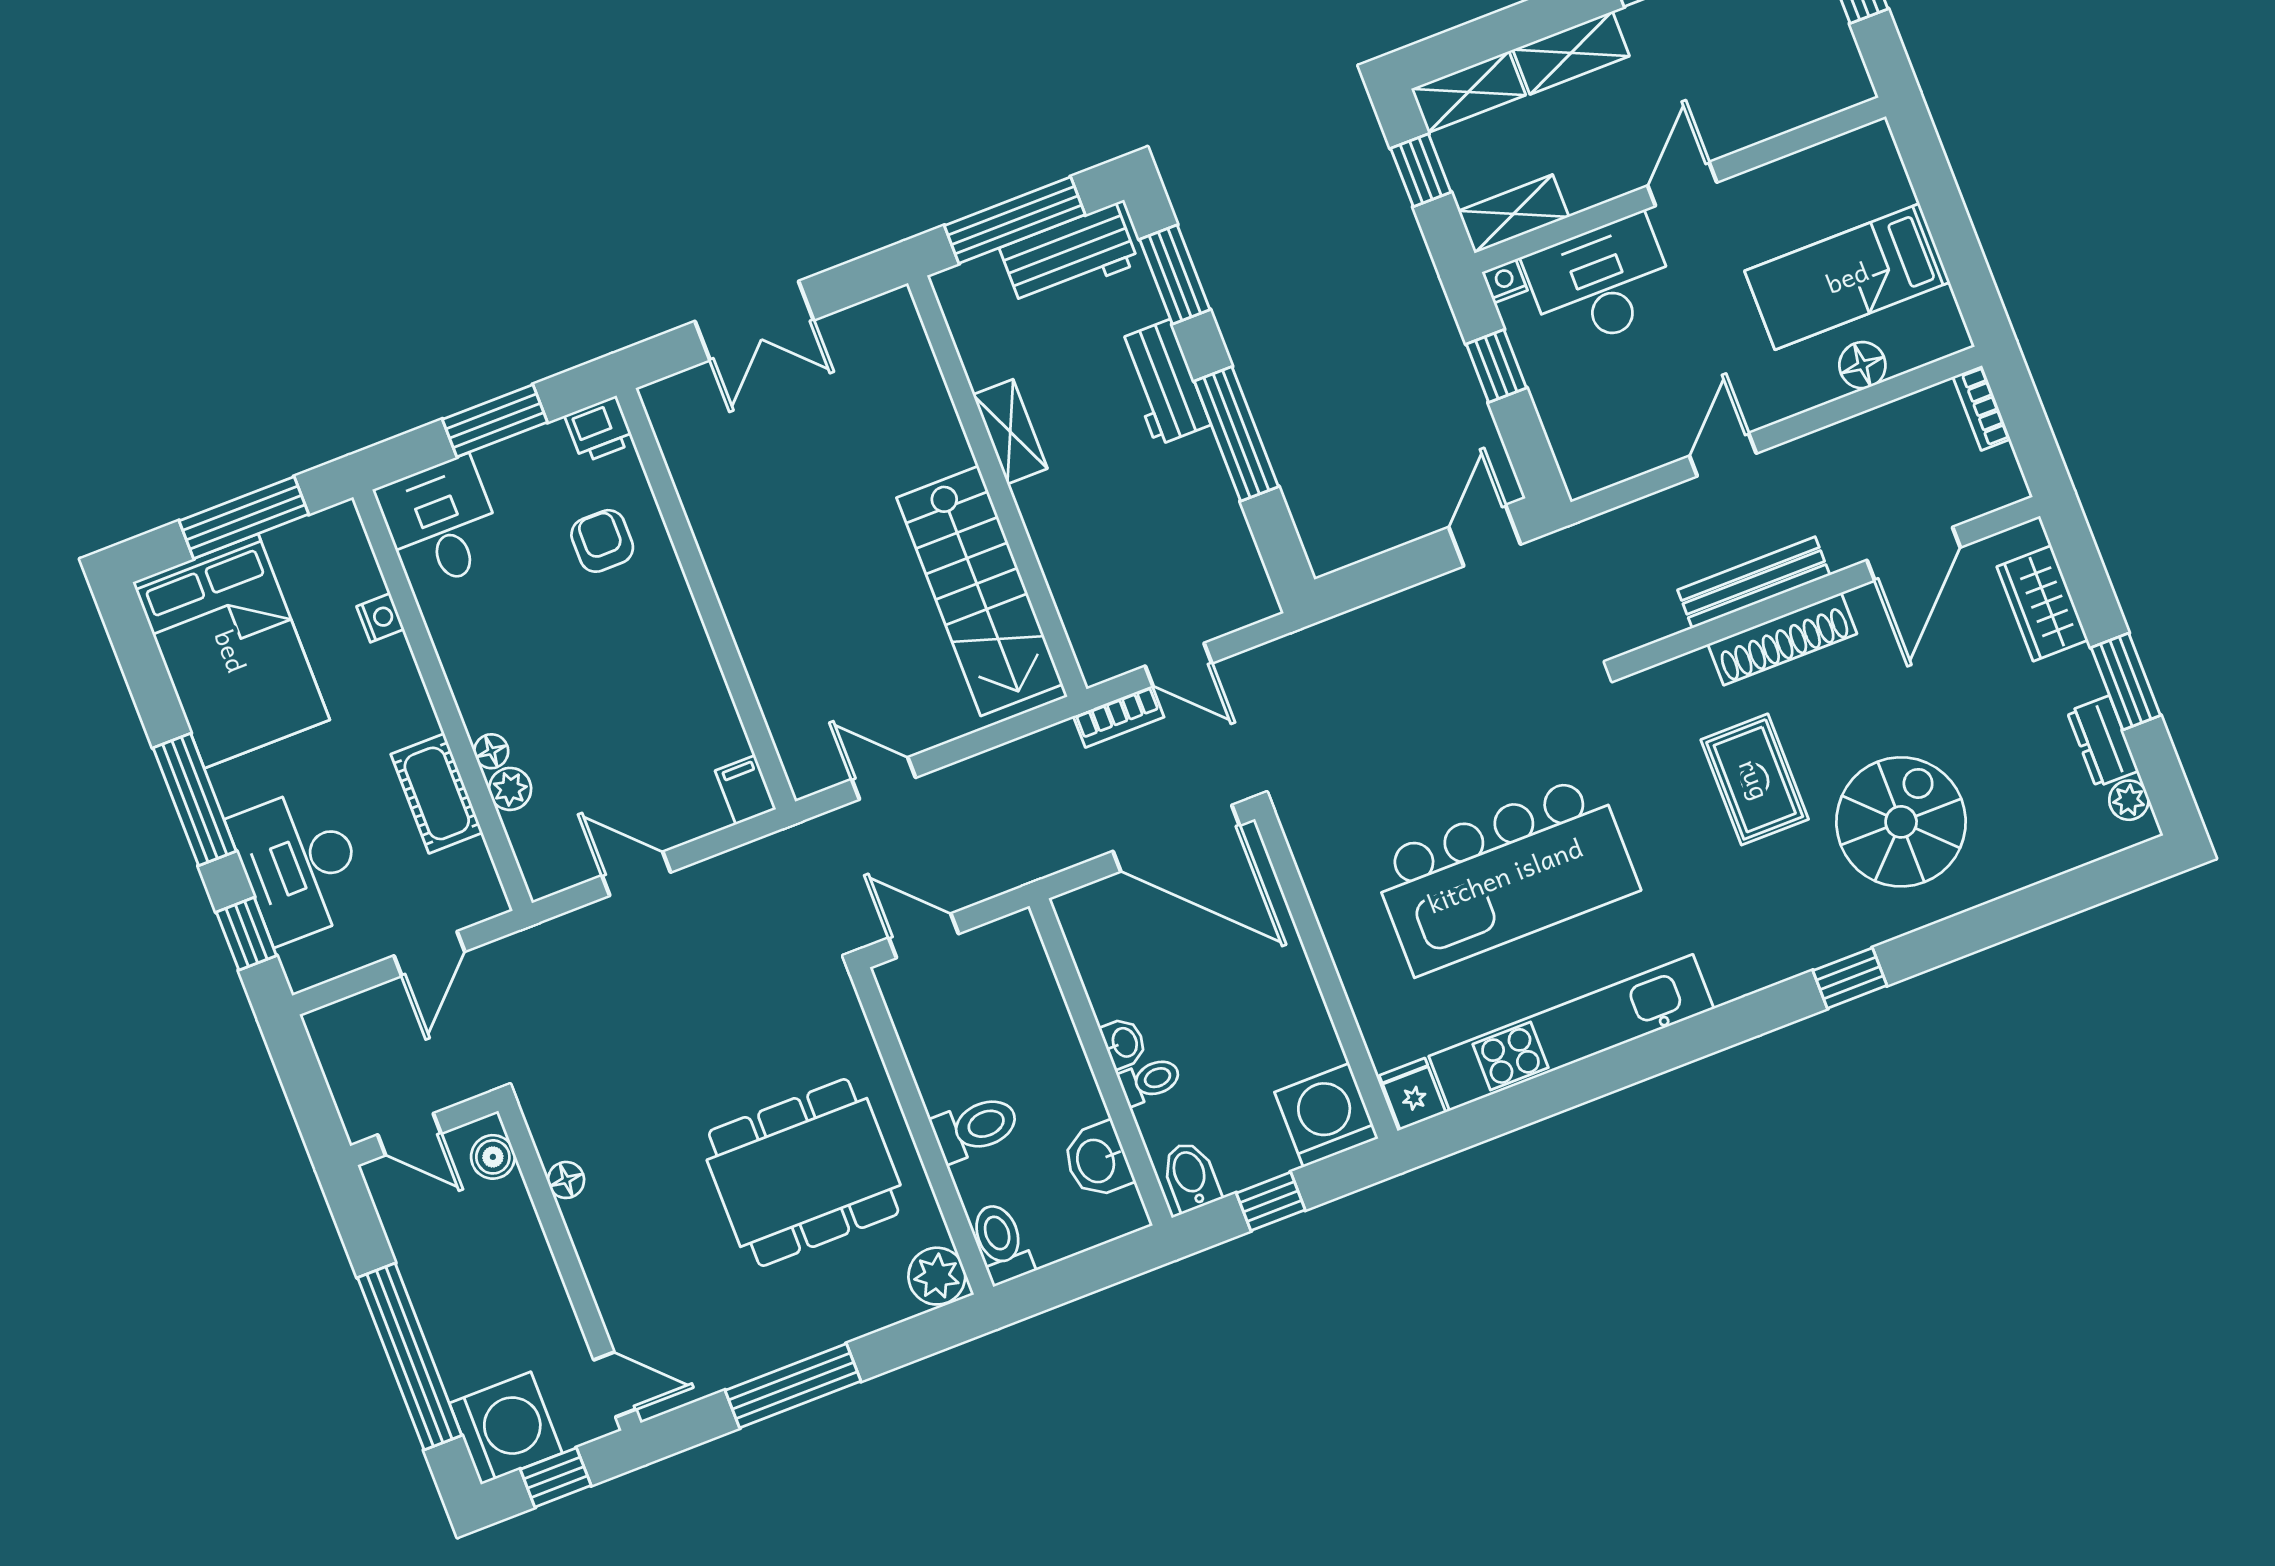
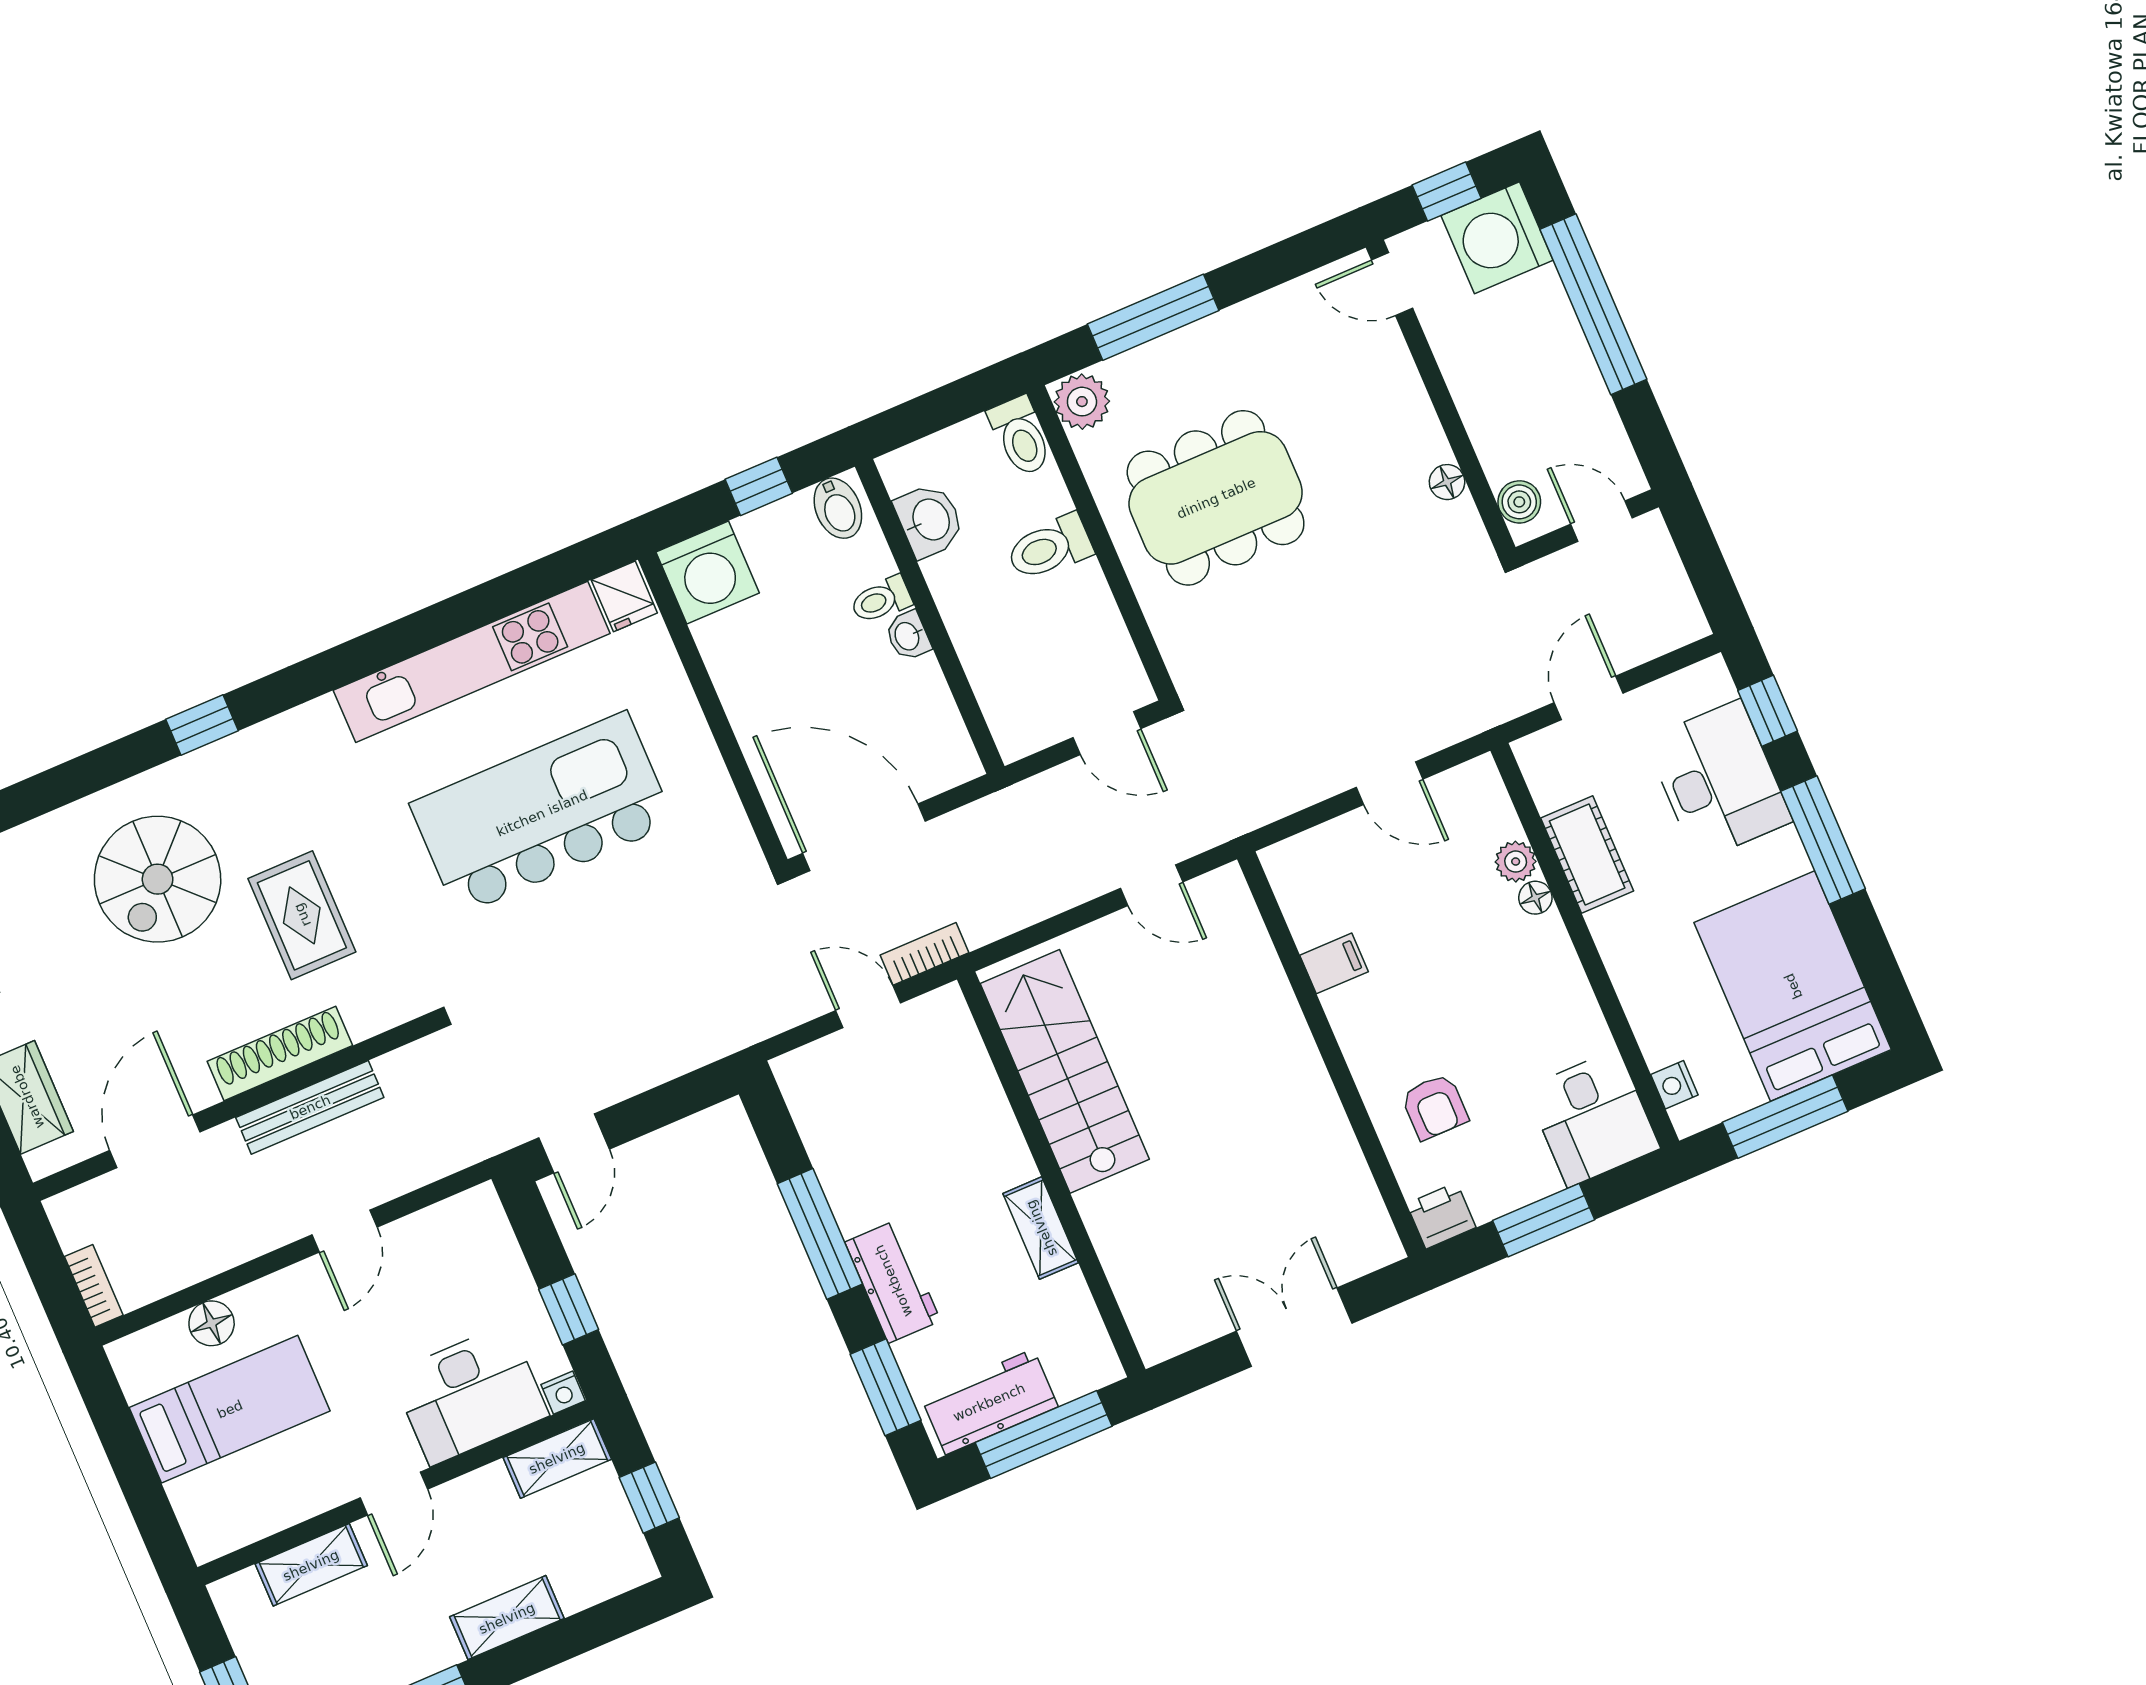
shelving: (1468, 92) -> (311, 1565), moved
nightstand: (380, 618) -> (1674, 1085), moved
filing cabinet: (746, 790) -> (1334, 963), moved, turned -90
window: (793, 1386) -> (1153, 317), moved

